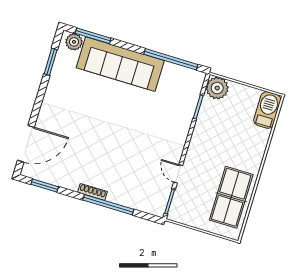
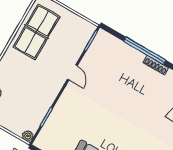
plant: (217, 88) -> (28, 136), width x0.53, depth x0.53
door: (178, 174) -> (72, 72), moved

